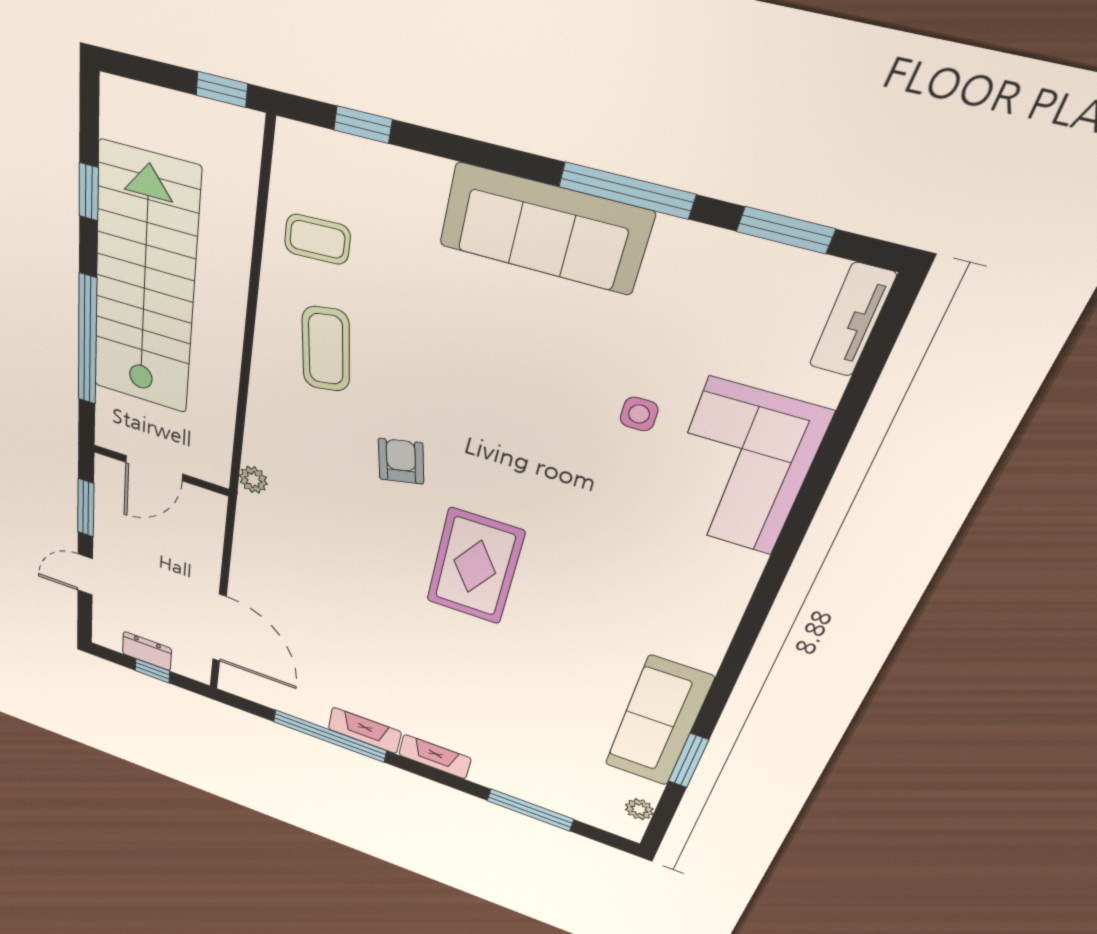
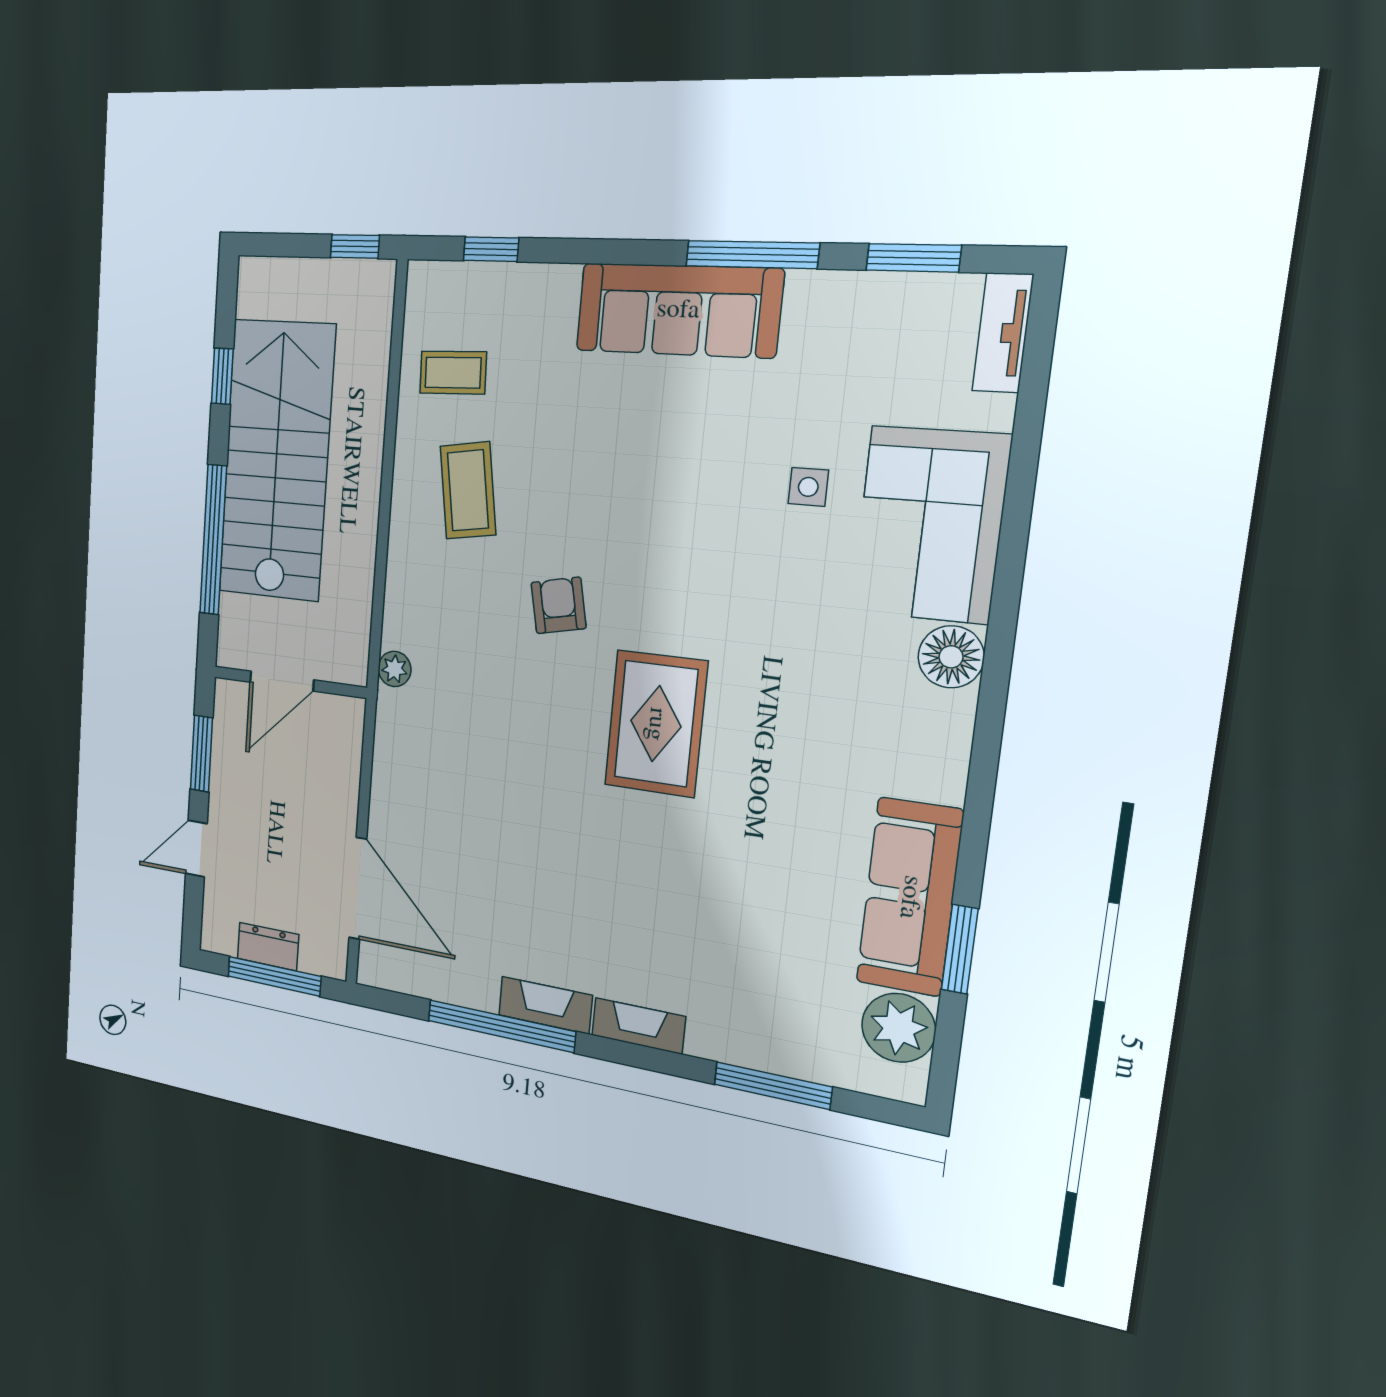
floor lamp: (733, 571) -> (951, 657), added
window: (152, 671) -> (274, 976), width x2.17
plant: (639, 809) -> (899, 1028), width x1.87, depth x1.87

